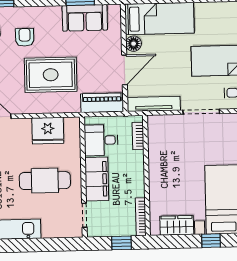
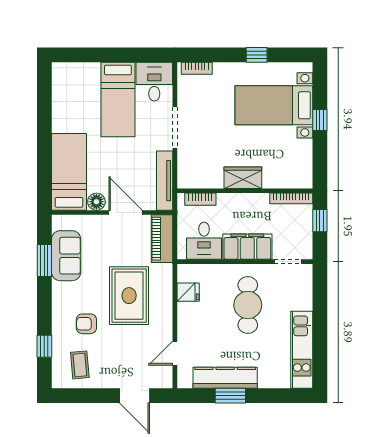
fridge: (48, 131) -> (188, 292), width x0.53, depth x0.75
wardrobe: (177, 225) -> (243, 178), moved, turned 90

